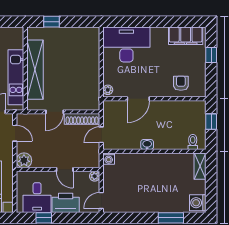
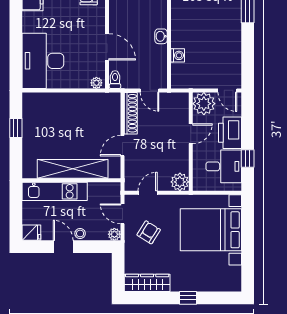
window: (51, 22) -> (16, 128), moved
kitchen unit: (16, 77) -> (55, 191), moved
toilet: (111, 106) -> (115, 80), added
door: (55, 112) -> (122, 146), swing flipped
washing machine: (109, 159) -> (178, 55), moved
plant: (95, 176) -> (204, 104), width x1.88, depth x1.88

